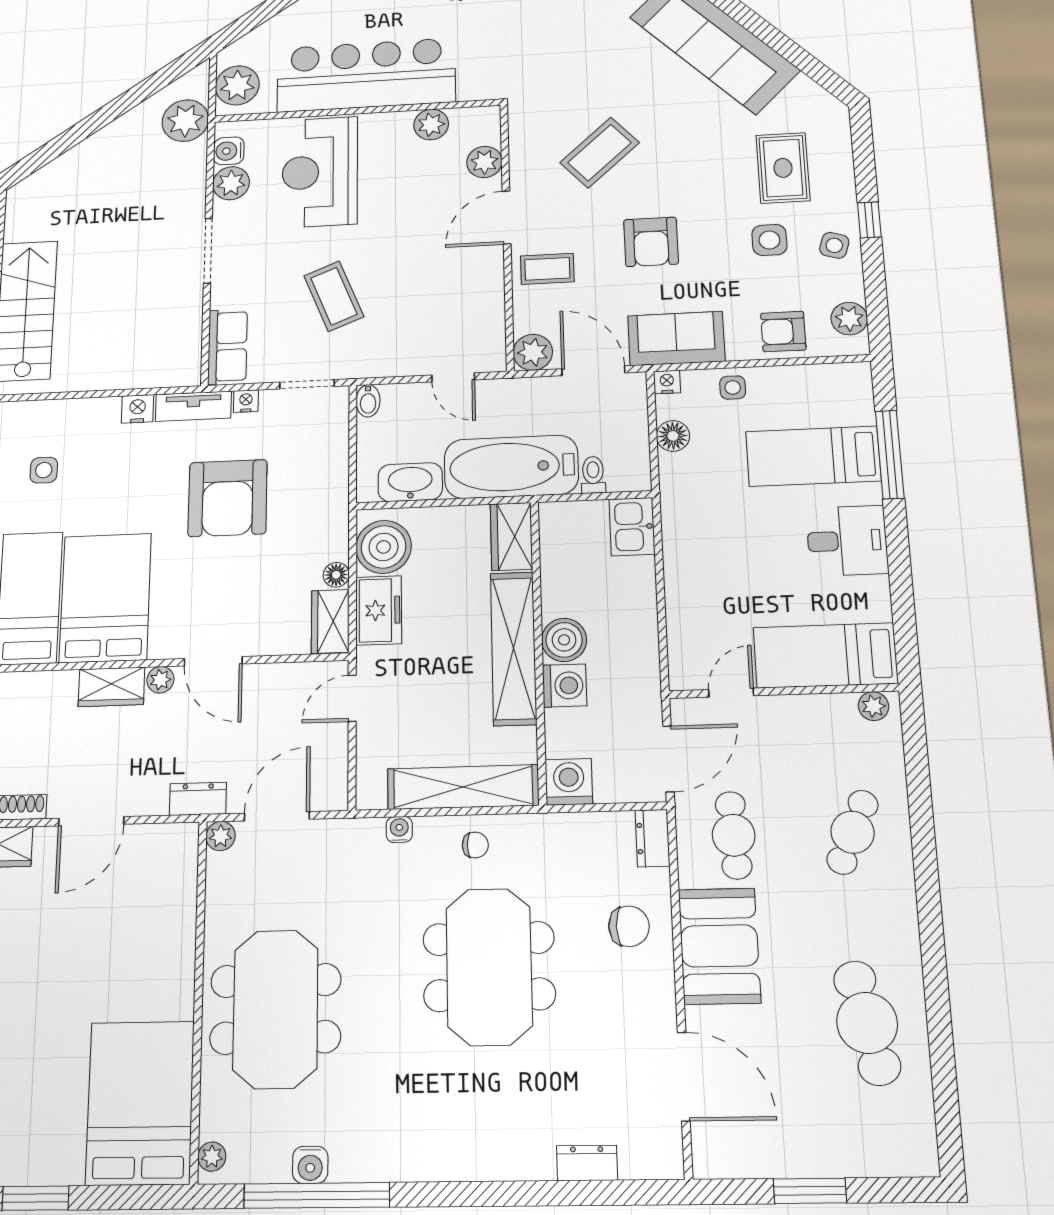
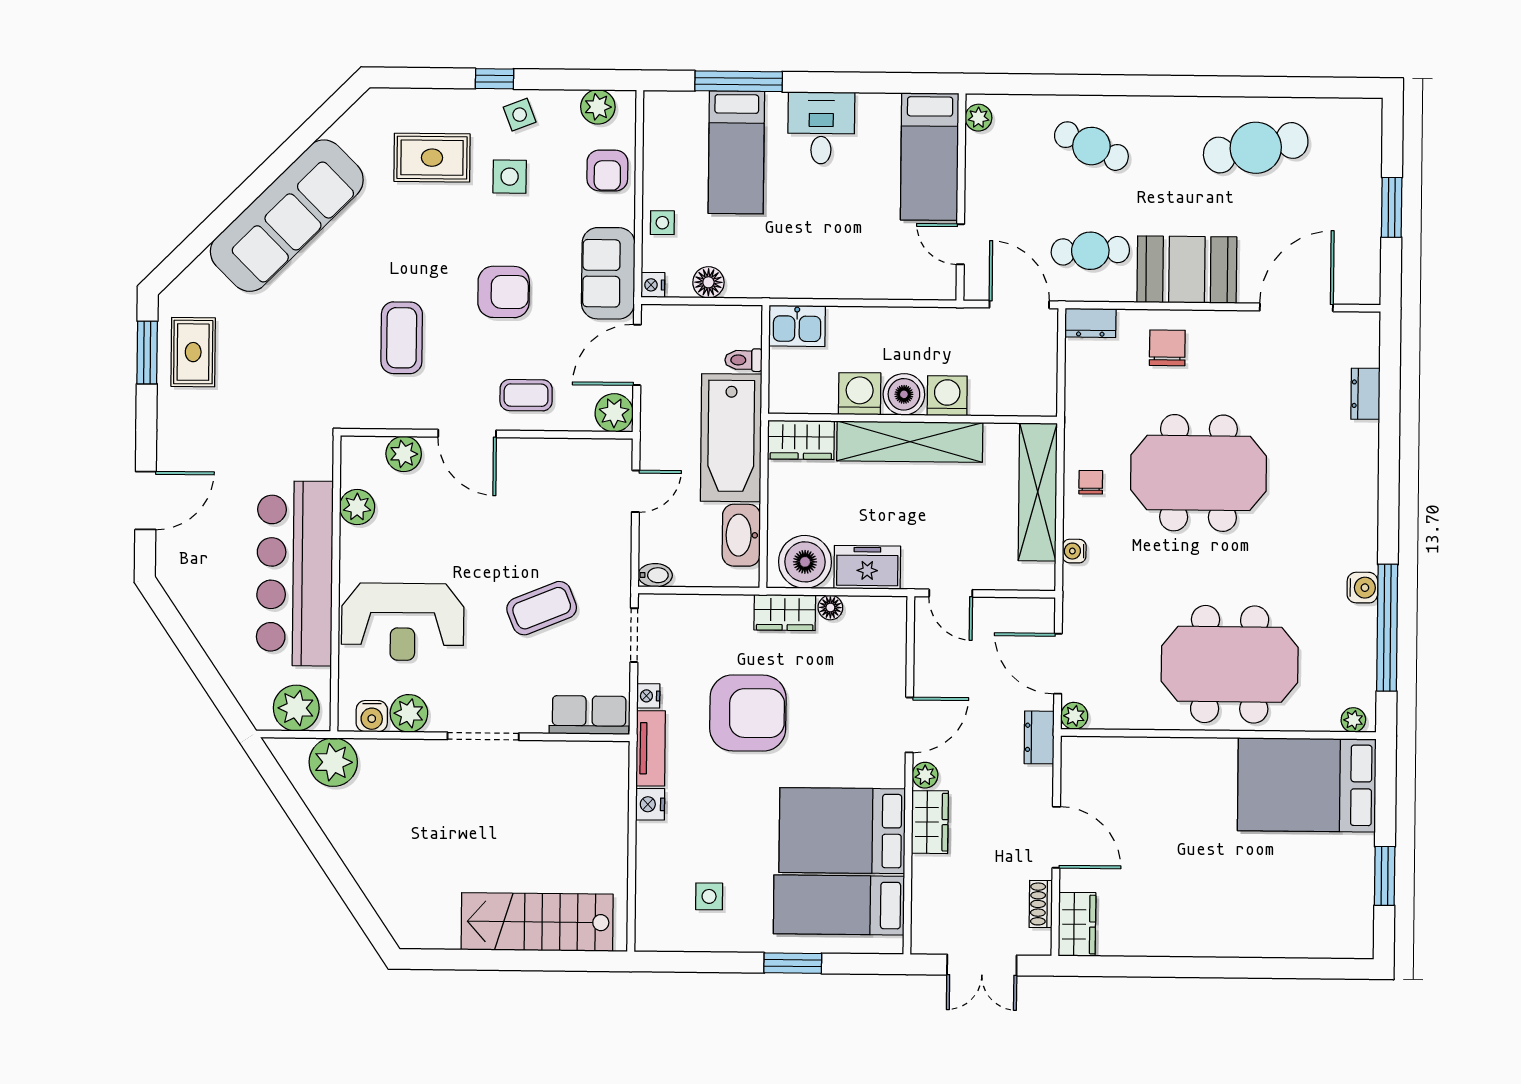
coffee table: (600, 153) -> (402, 338), turned 42
side table: (834, 245) -> (520, 115), turned -38
coffee table: (547, 269) -> (526, 395), turned 90
wardrobe: (330, 621) -> (785, 612), moved
washing machine: (569, 782) -> (860, 394), moved, turned 90
water cooler: (310, 1165) -> (1362, 588), moved

